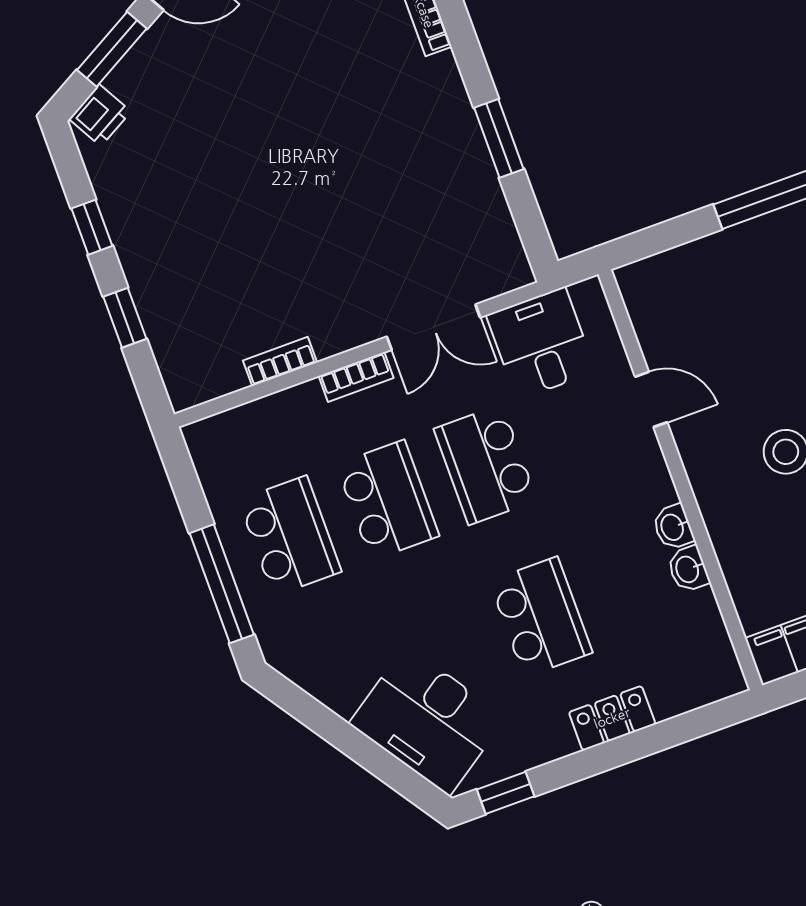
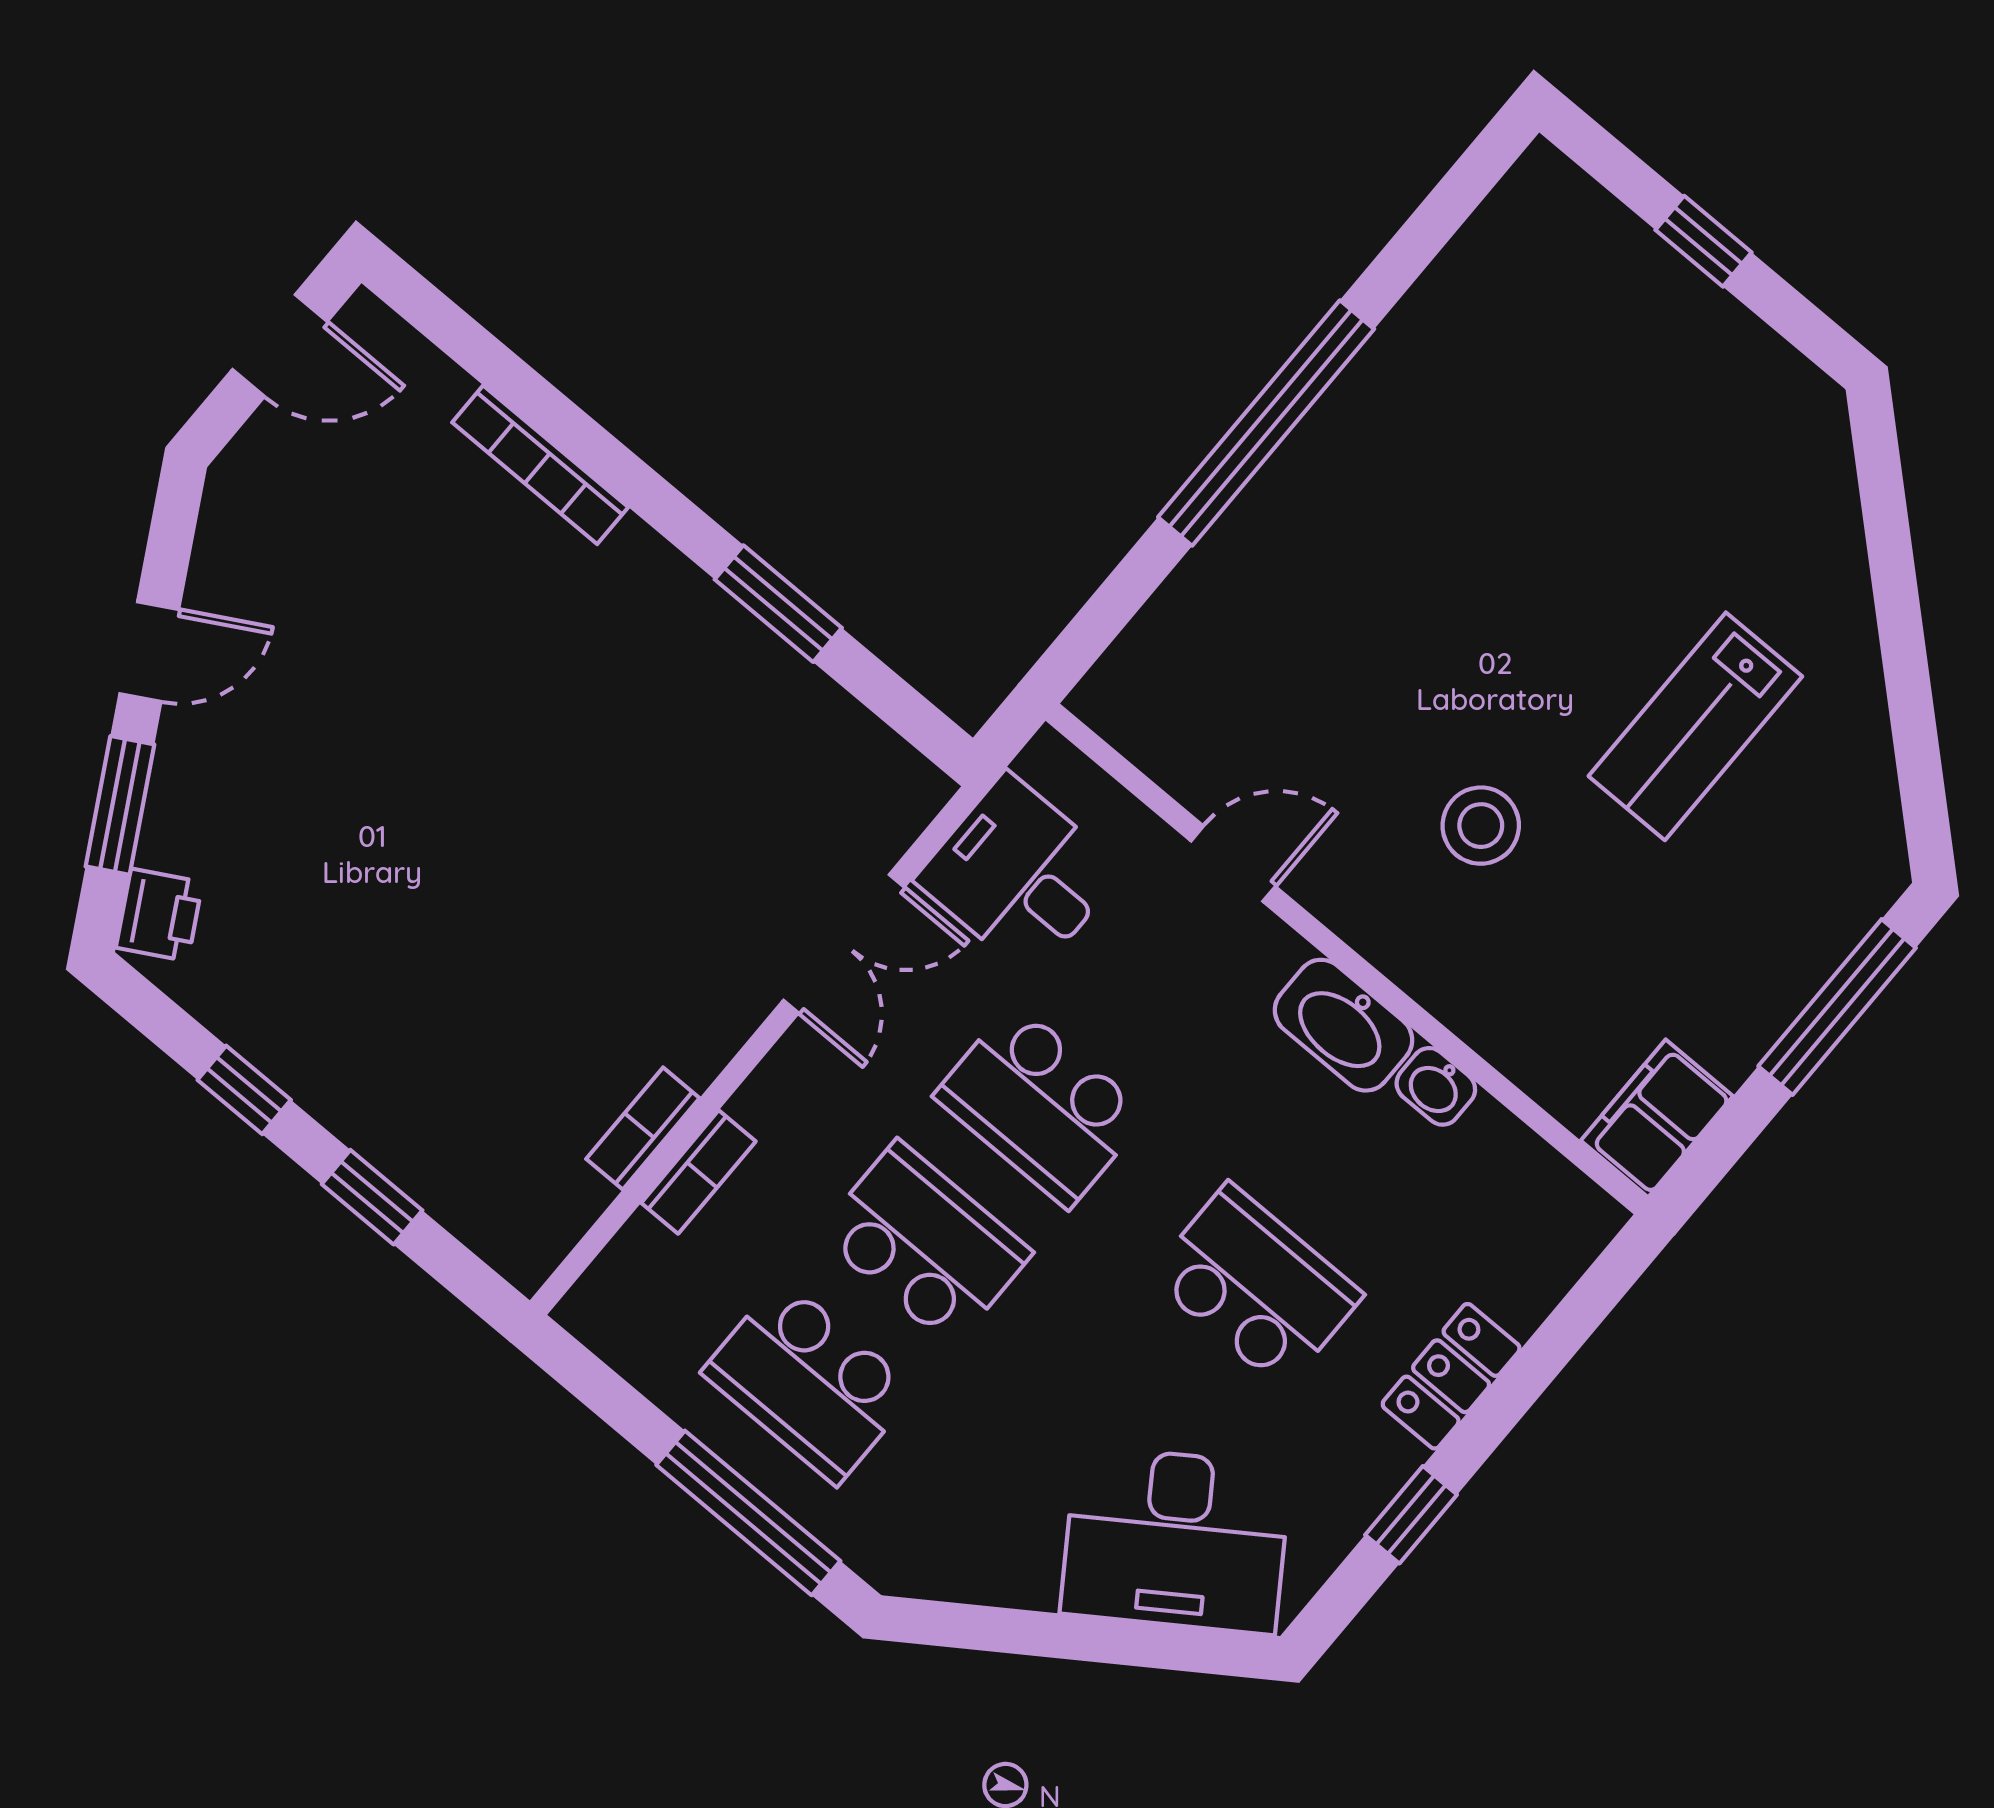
bookcase: (356, 377) -> (698, 1172), moved
washbasin: (673, 527) -> (1344, 1025), width x1.91, depth x1.45
school desk: (290, 536) -> (809, 1382), turned 180
window: (506, 793) -> (1411, 1515), moved

